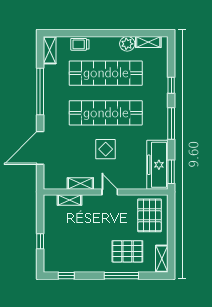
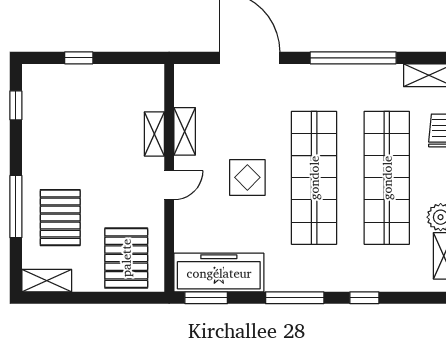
shelving: (70, 200) -> (154, 134), moved
pallet: (150, 215) -> (126, 258), turned 90

